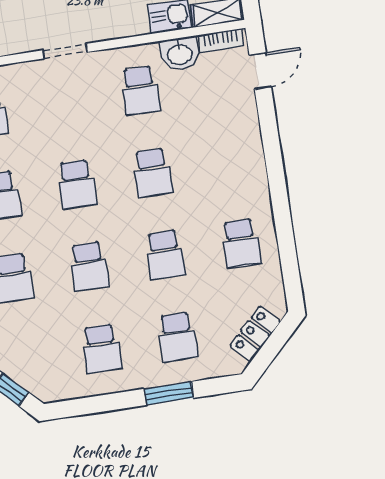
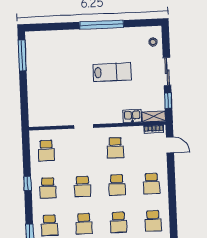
washbasin: (180, 54) -> (135, 133), removed
door: (260, 71) -> (170, 145), hinge flipped
school desk: (229, 161) -> (151, 184), added

